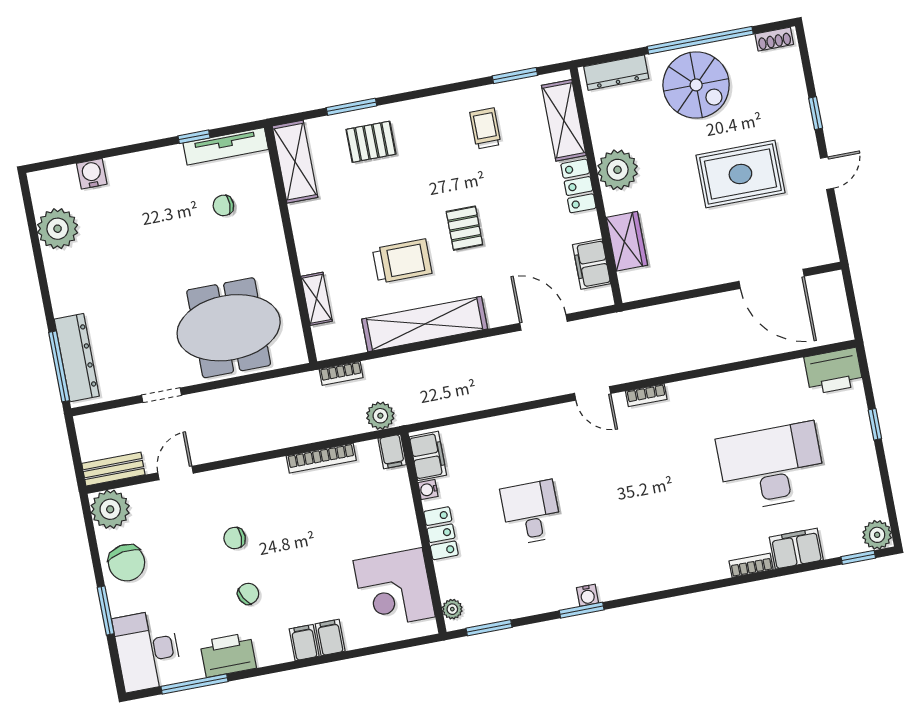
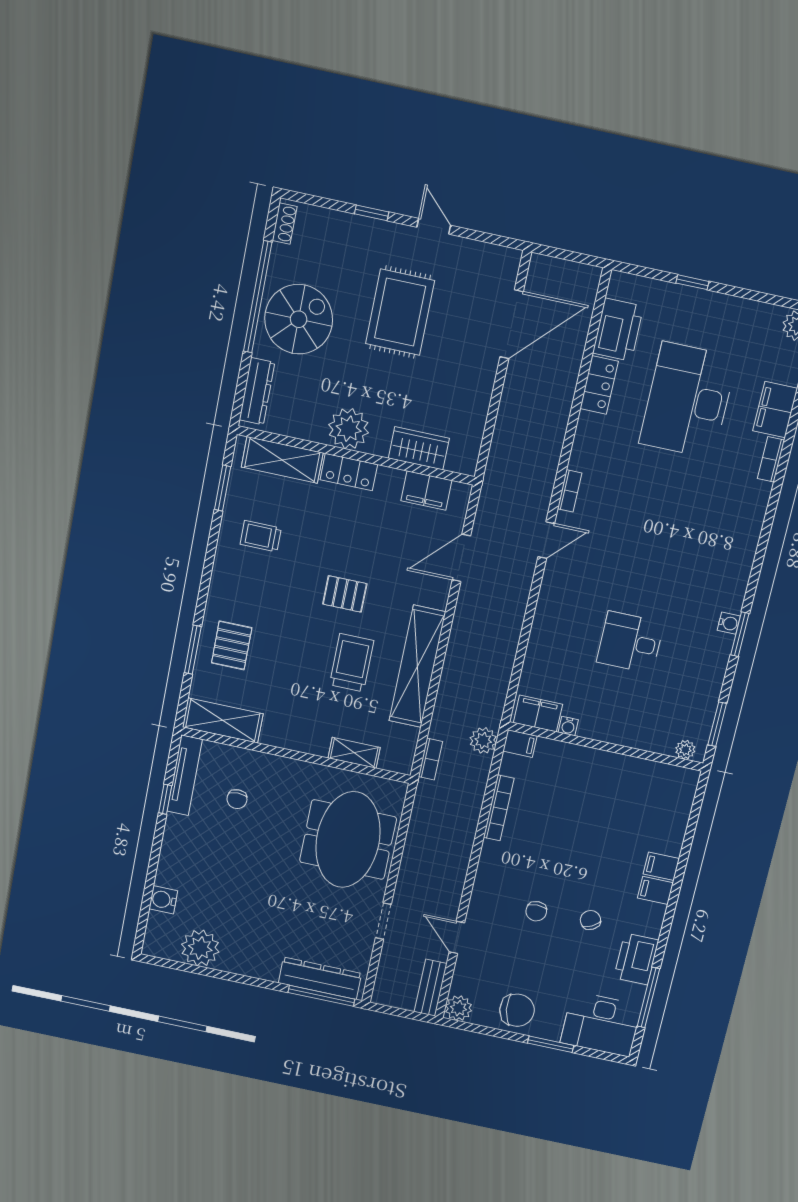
printer: (834, 371) -> (618, 330), moved
plant: (110, 509) -> (459, 1008), width x0.73, depth x0.73
locker: (441, 533) -> (599, 385), moved, turned 90
corner desk: (394, 589) -> (644, 793), removed

